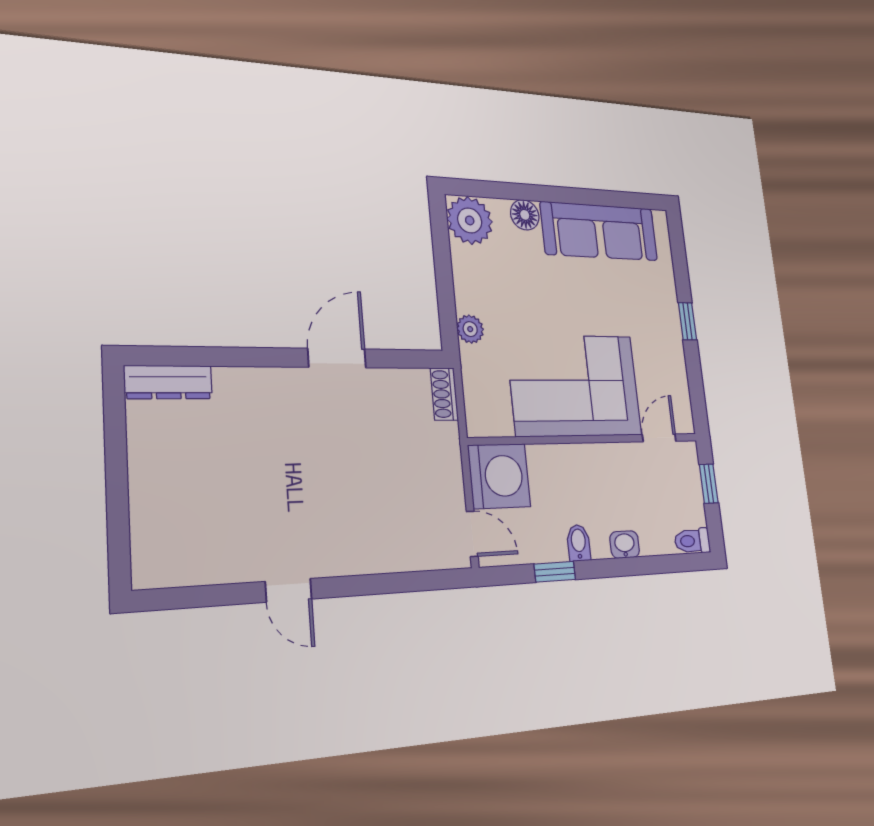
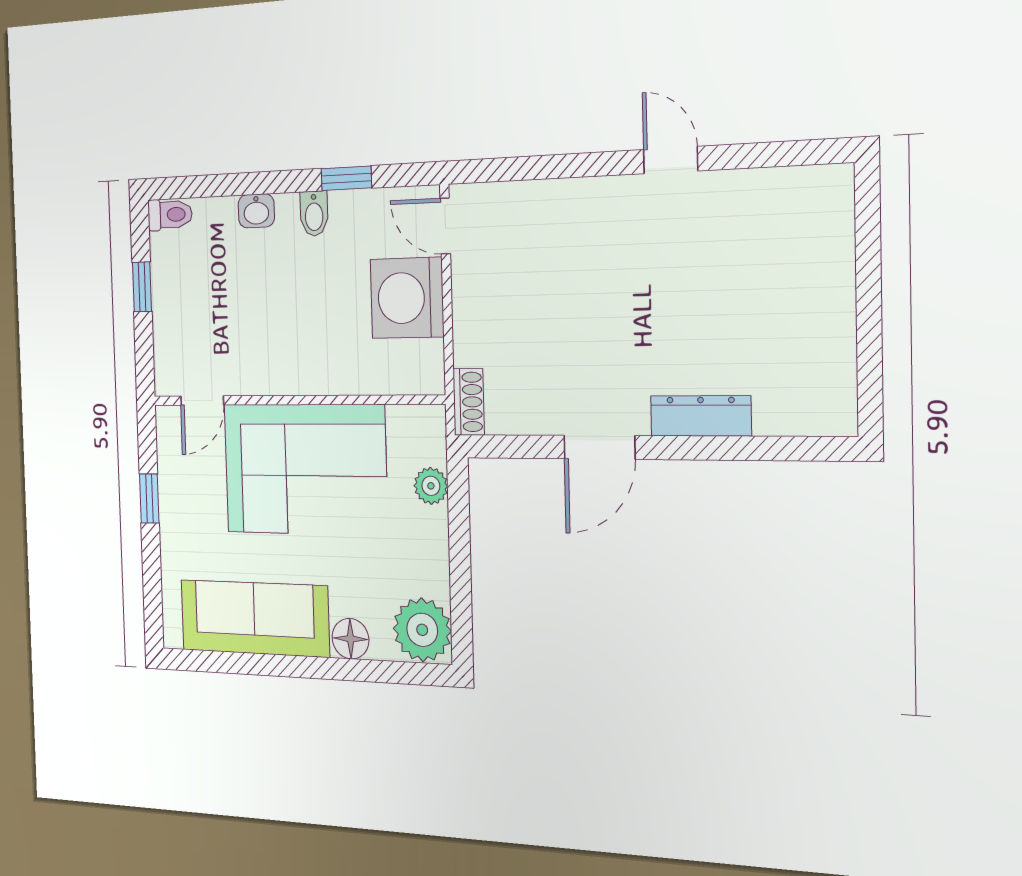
dresser: (168, 382) -> (701, 416), moved
corner sofa: (575, 385) -> (305, 469), moved
door: (659, 438) -> (202, 401), moved
wall: (587, 439) -> (295, 400), moved

